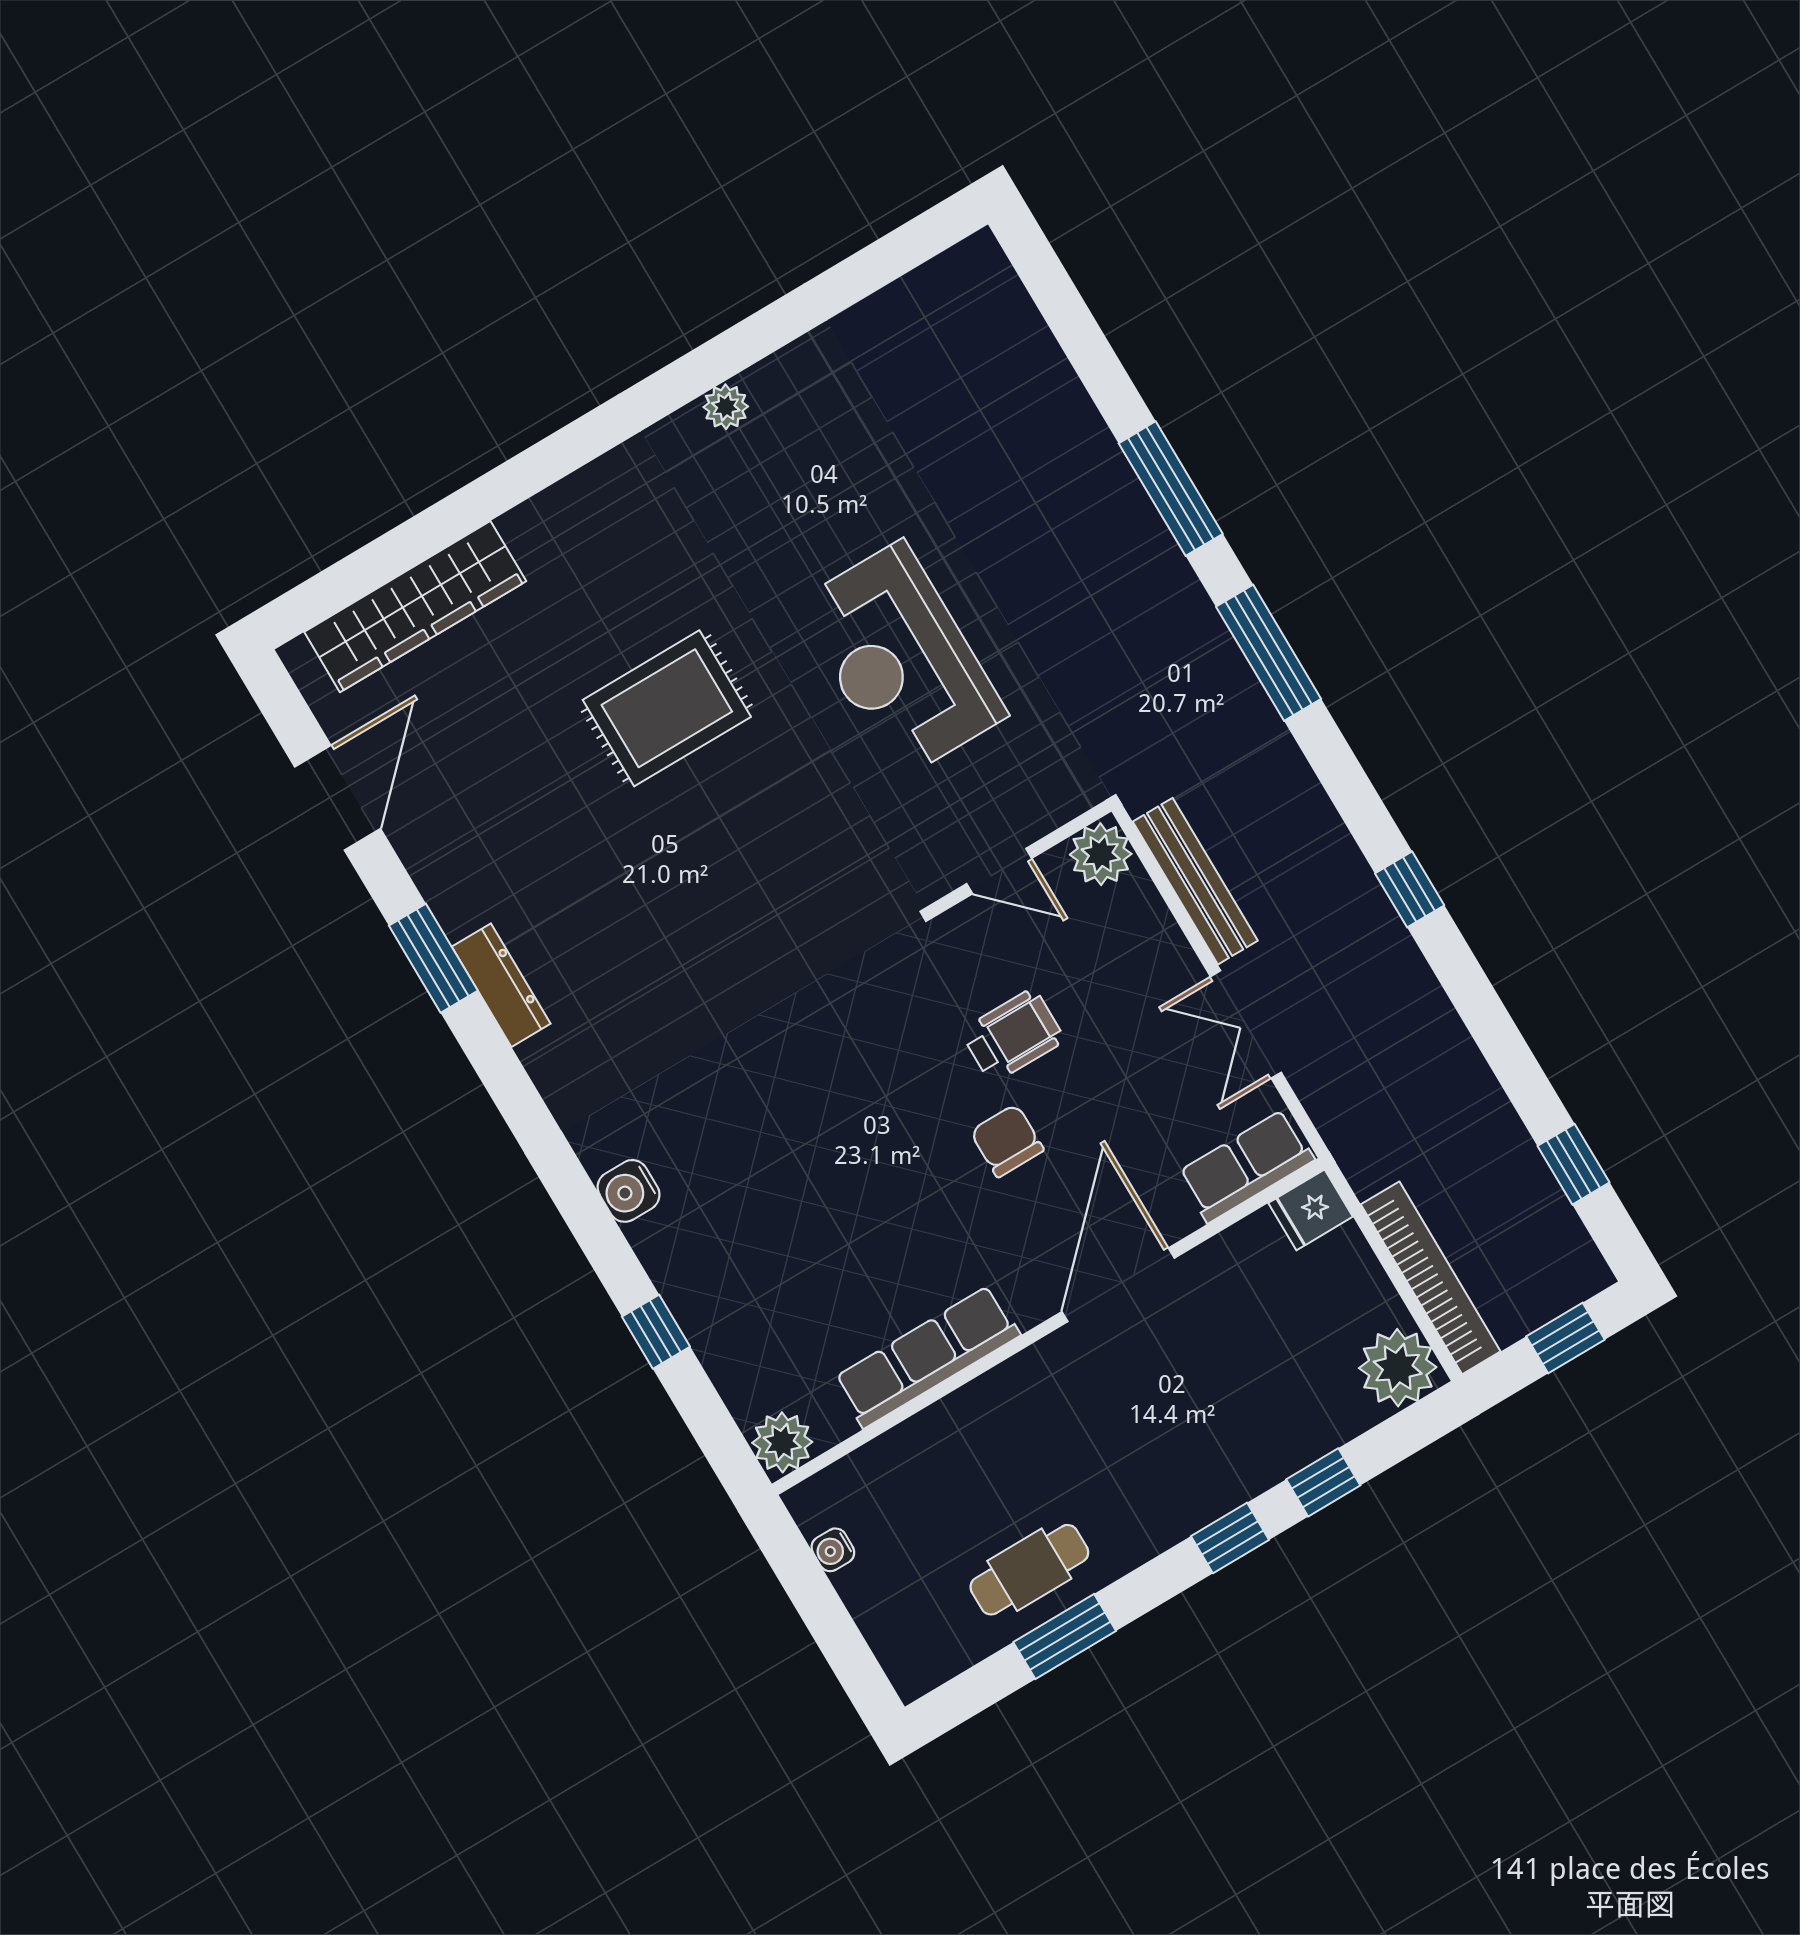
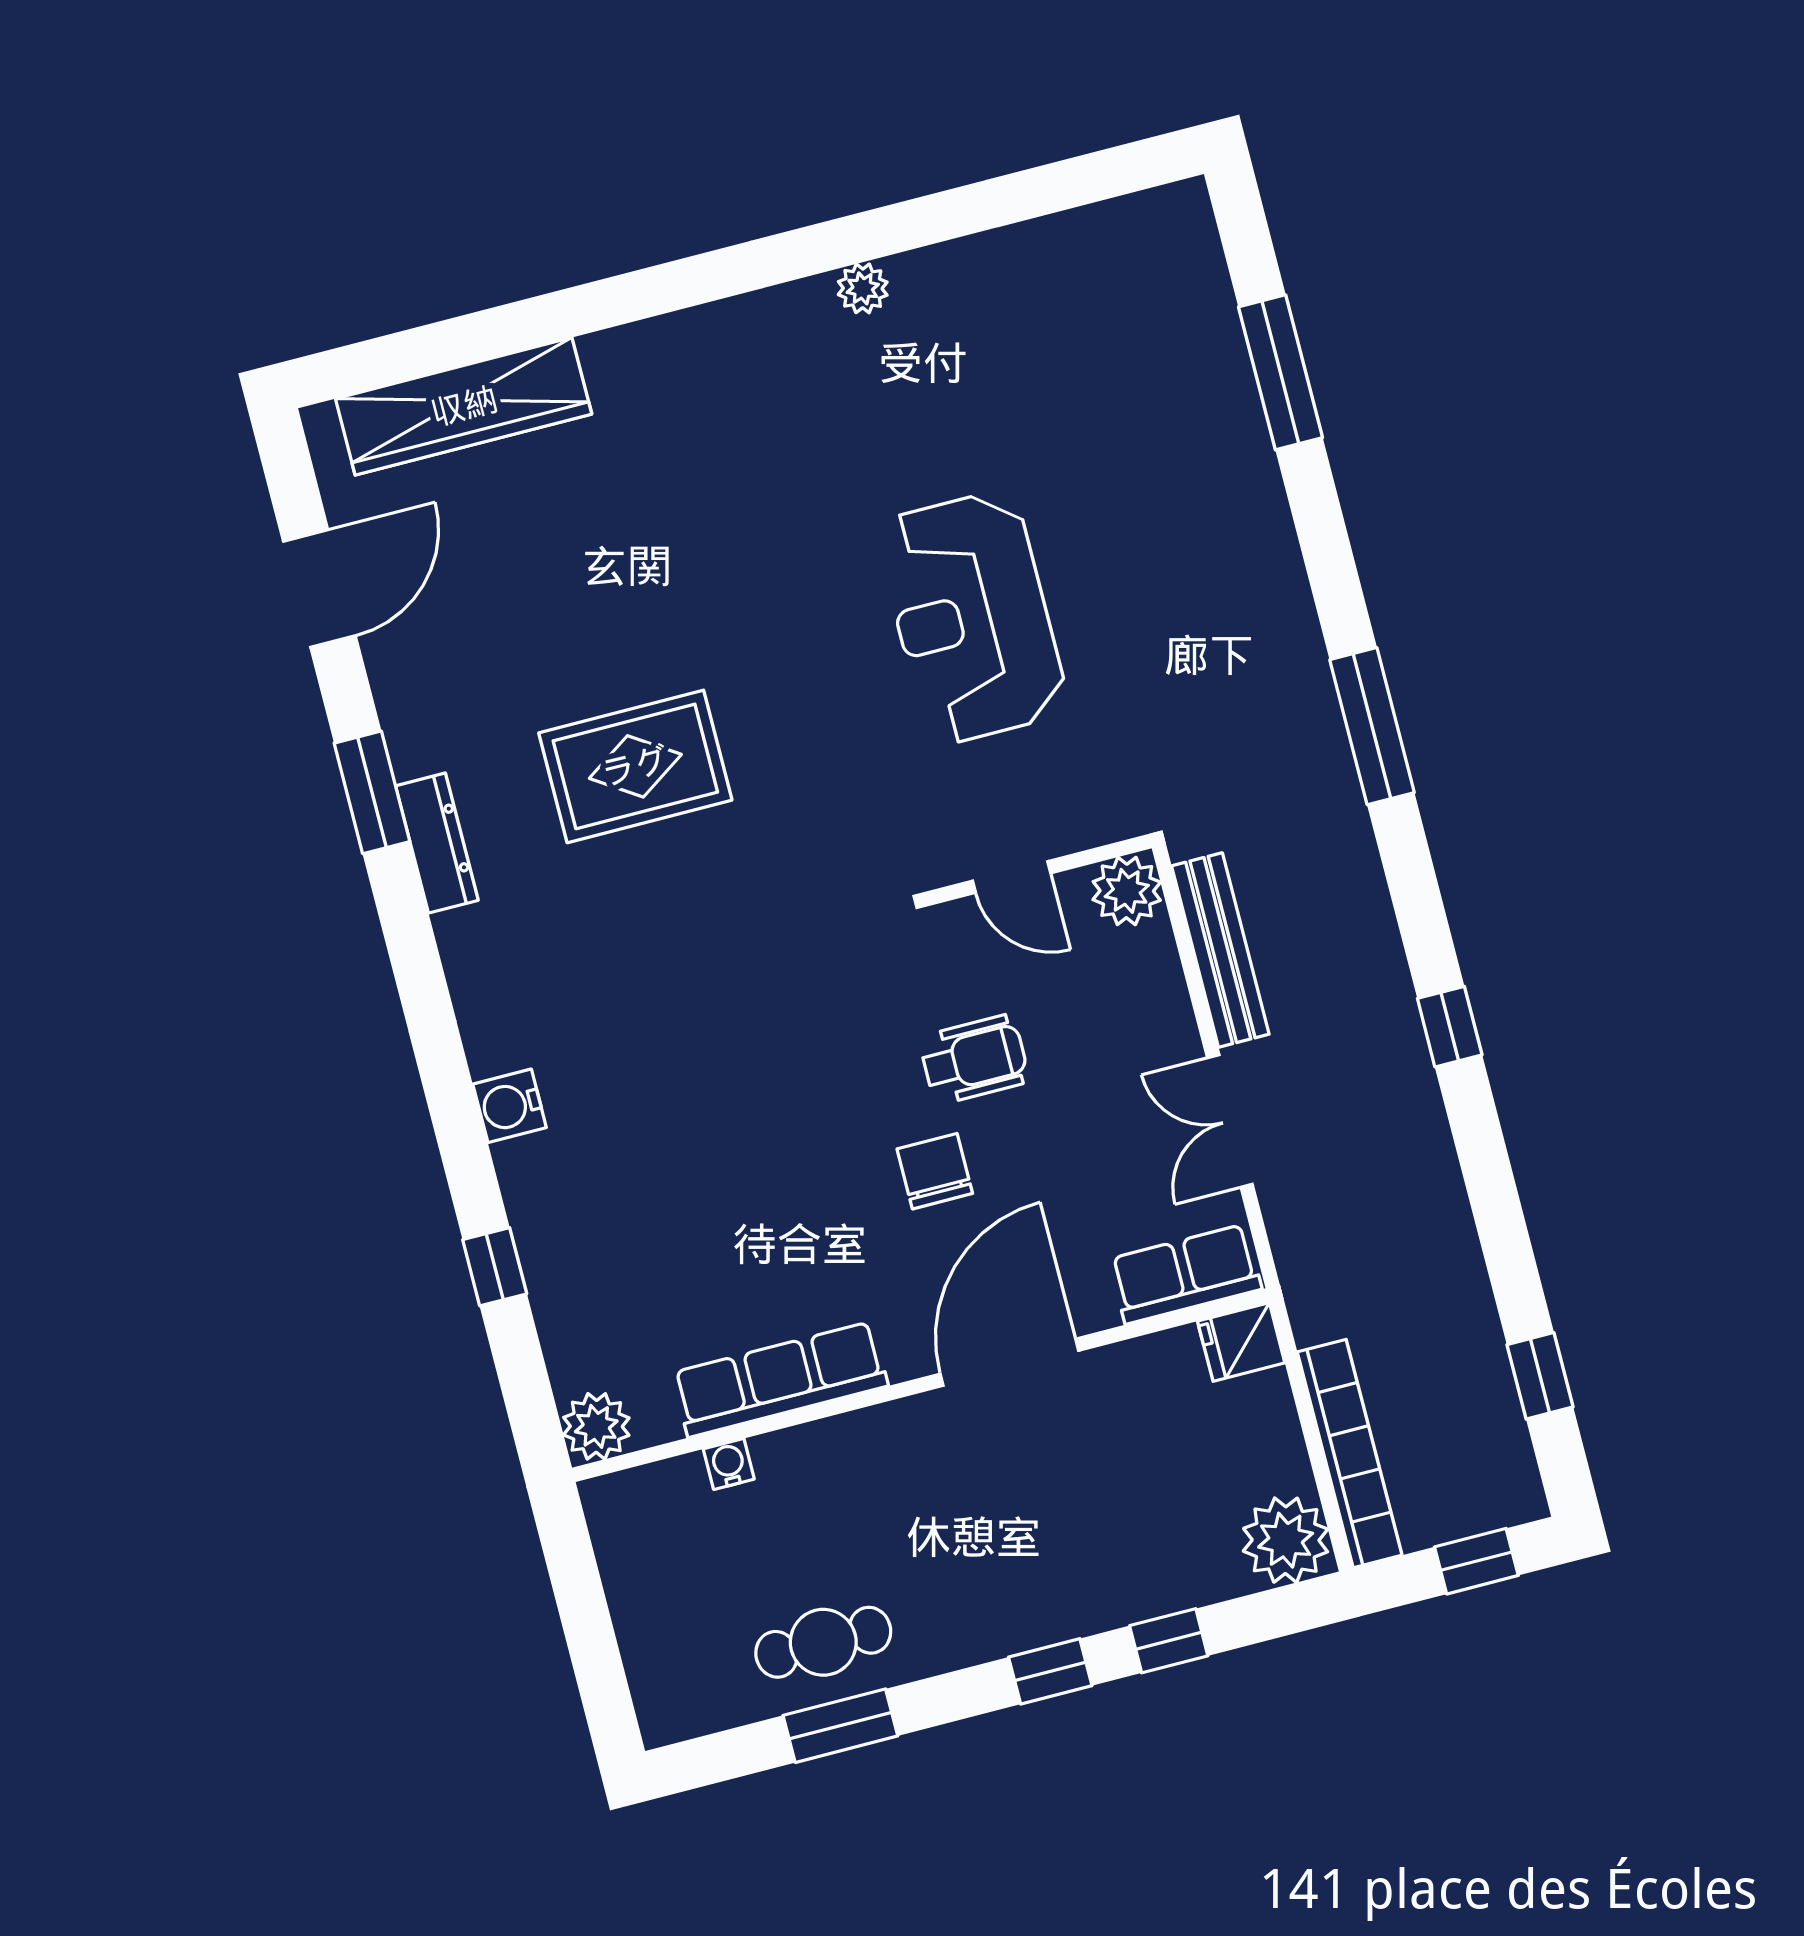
window: (1171, 489) -> (1280, 372), moved
rug: (667, 708) -> (635, 766), moved
water cooler: (833, 1550) -> (729, 1464), moved, turned 90

